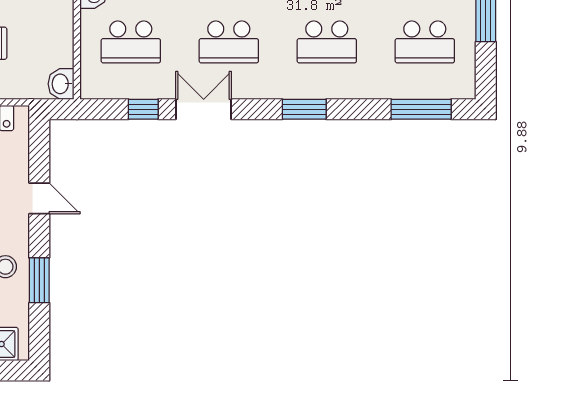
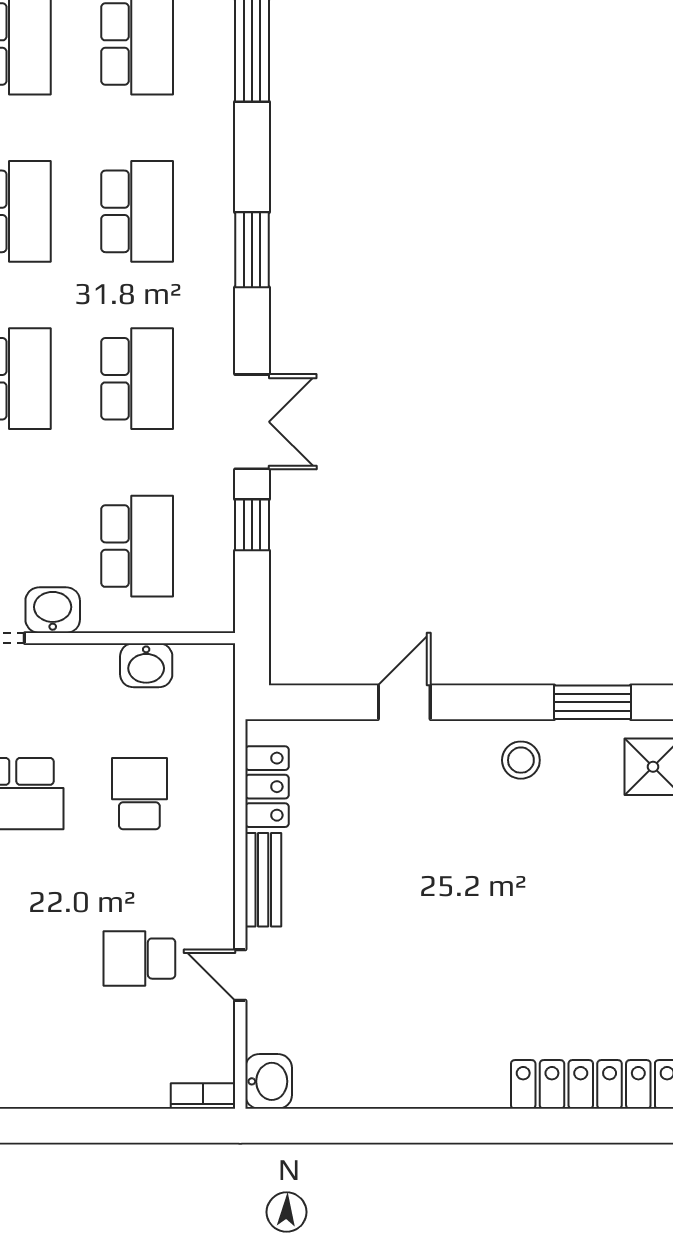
washbasin: (61, 84) -> (146, 665), moved
double door: (204, 109) -> (252, 422), swing flipped
window: (39, 280) -> (592, 702), moved

